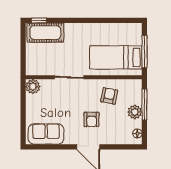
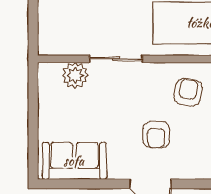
plant: (33, 86) -> (75, 75), moved

